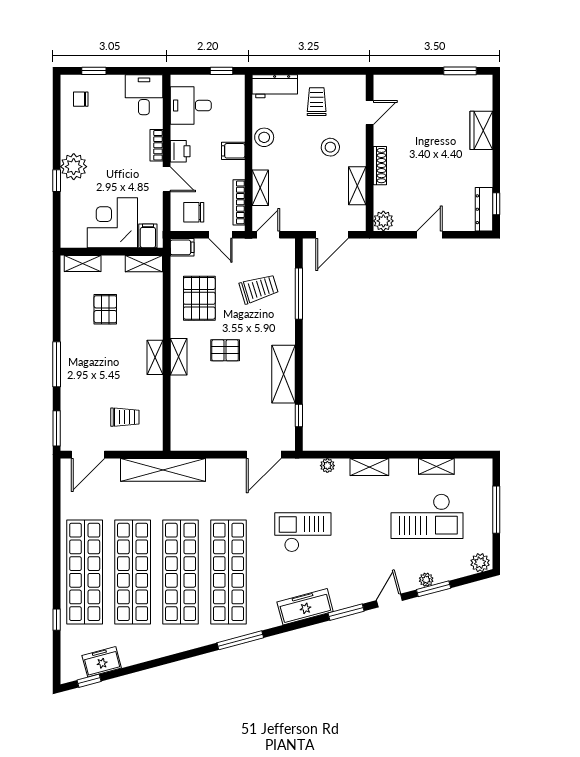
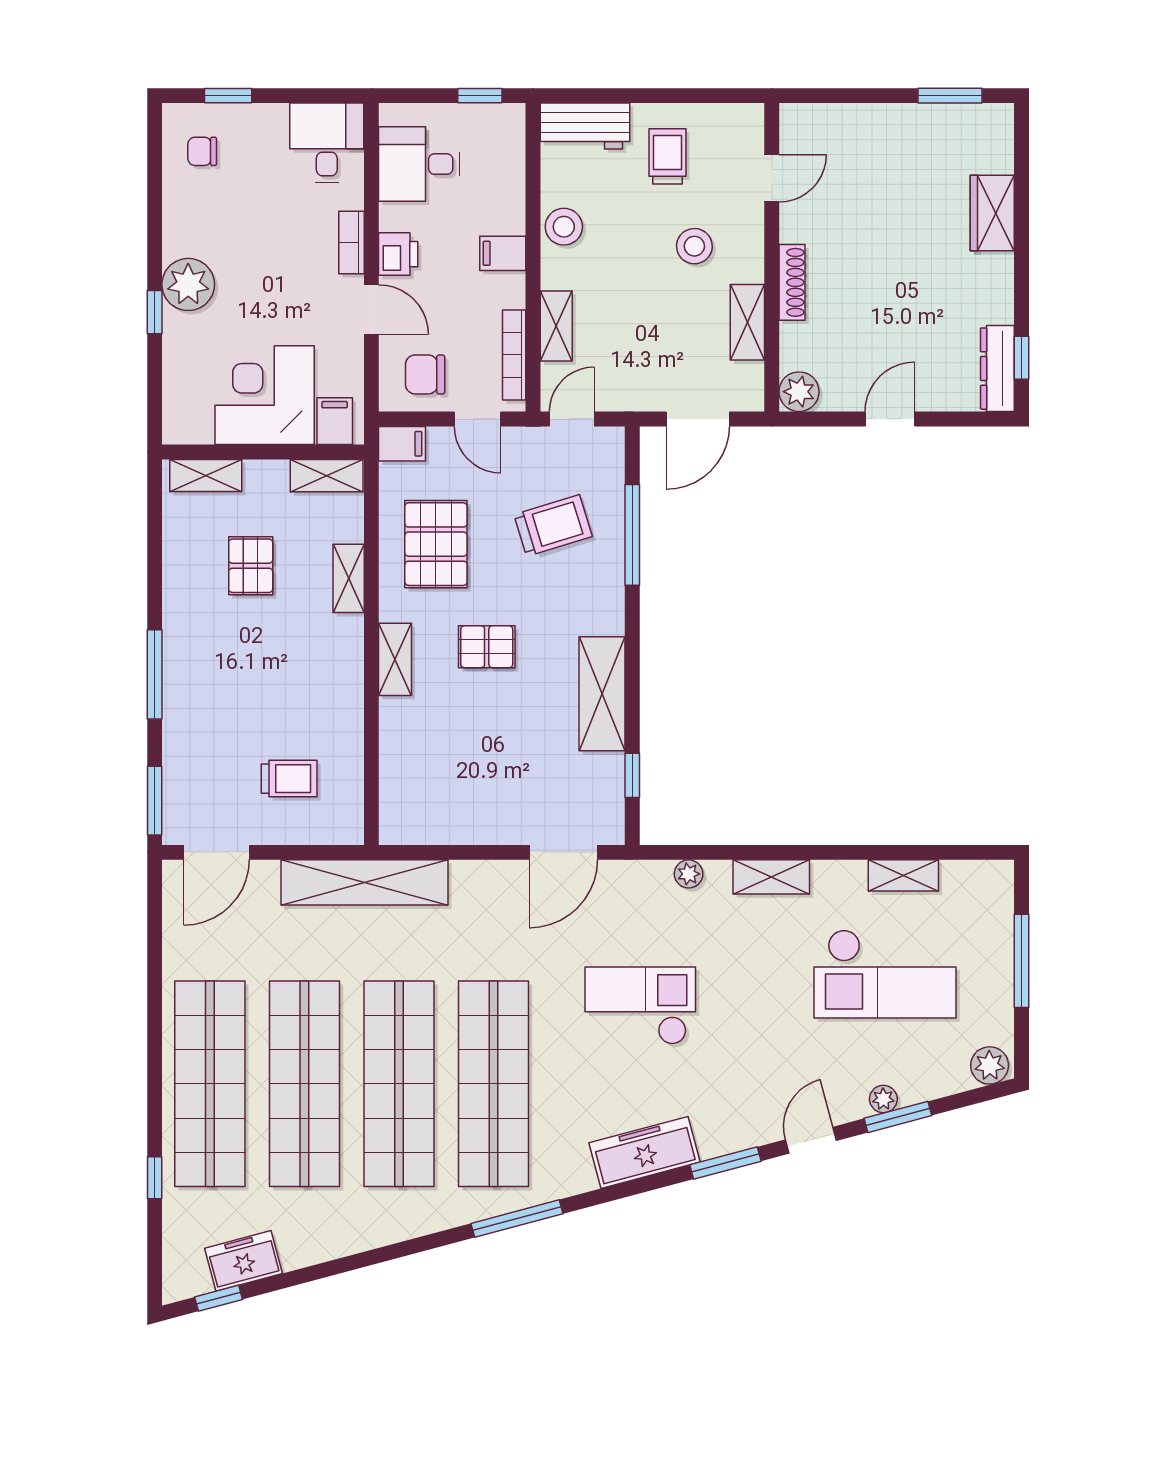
shelving: (155, 357) -> (349, 578), moved

